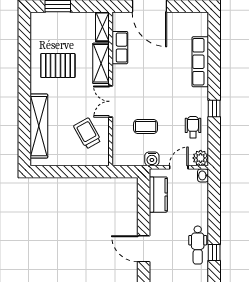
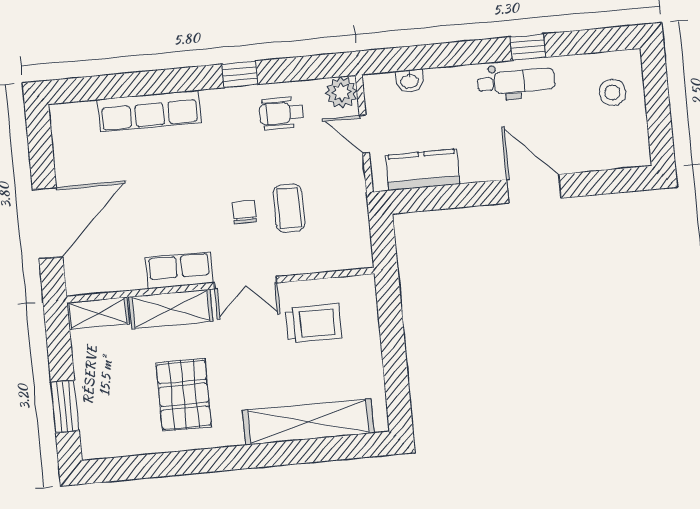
row of seats: (120, 48) -> (179, 270), moved
chair: (146, 104) -> (244, 212), added
trolley: (87, 133) -> (314, 323), turned -151
water cooler: (152, 159) -> (352, 189), removed
washbasin: (203, 175) -> (410, 81), moved
door: (144, 249) -> (534, 189), swing flipped

